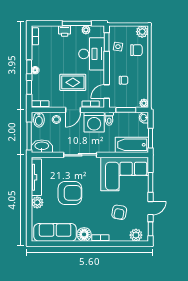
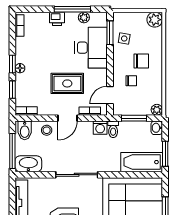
chair: (136, 50) -> (141, 61), moved
washing machine: (94, 122) -> (100, 128), width x0.53, depth x0.53

